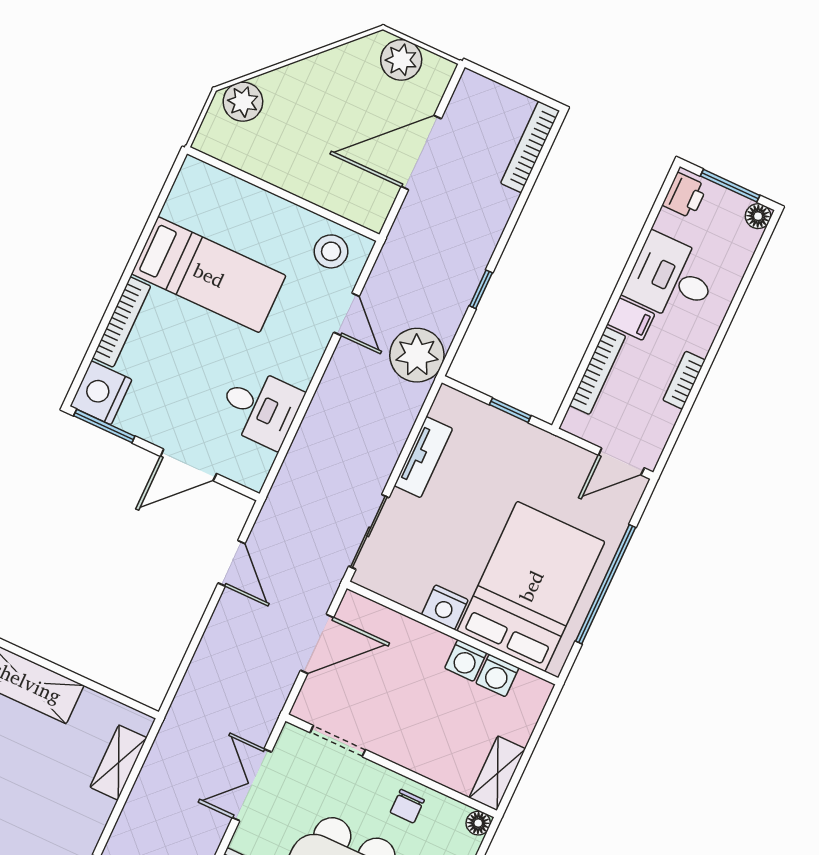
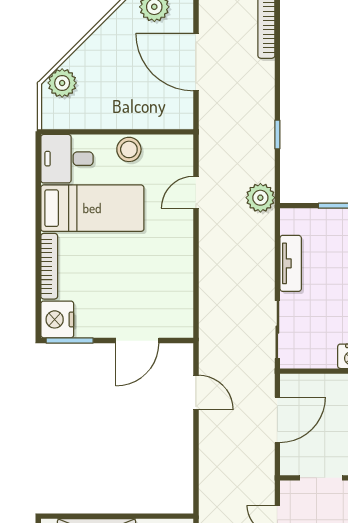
door: (421, 153) -> (196, 62), hinge flipped
stool: (331, 251) -> (129, 149), moved
door: (347, 314) -> (196, 192), swing flipped
plant: (417, 355) -> (260, 198), width x0.73, depth x0.73
desk: (260, 408) -> (67, 159), moved, turned 180

